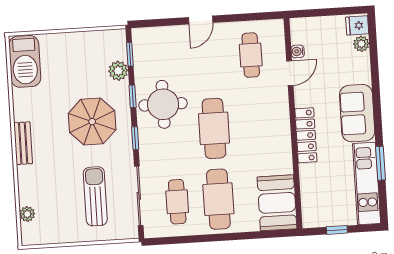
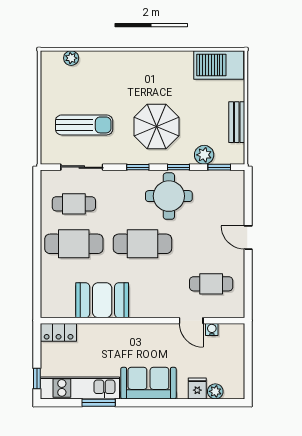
fridge: (357, 25) -> (197, 388), moved
locker: (306, 135) -> (59, 332), moved, width x0.66
bench: (23, 143) -> (237, 122), moved, turned 90
sliding door: (139, 196) -> (82, 167), width x0.73
booth: (277, 203) -> (102, 300), moved
window: (337, 230) -> (37, 379), moved

